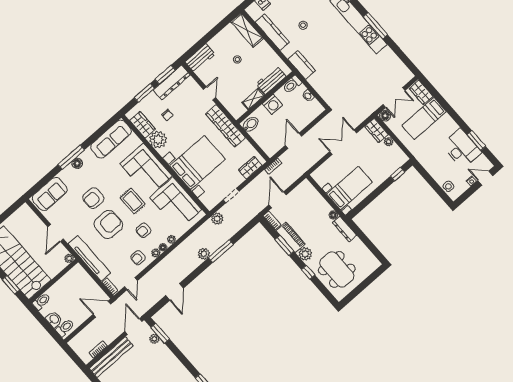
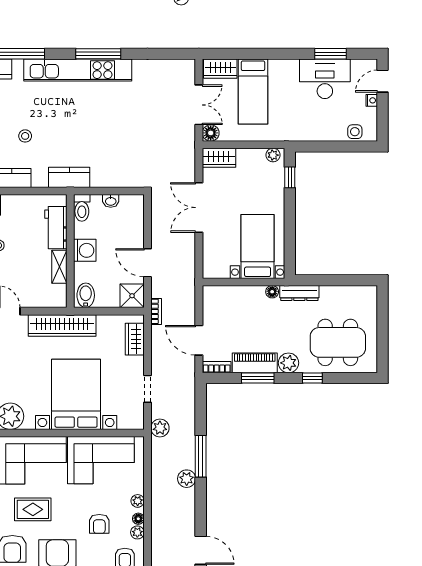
plant: (389, 142) -> (273, 155), moved
shower: (271, 147) -> (132, 296), added
rug: (133, 201) -> (33, 509), moved

